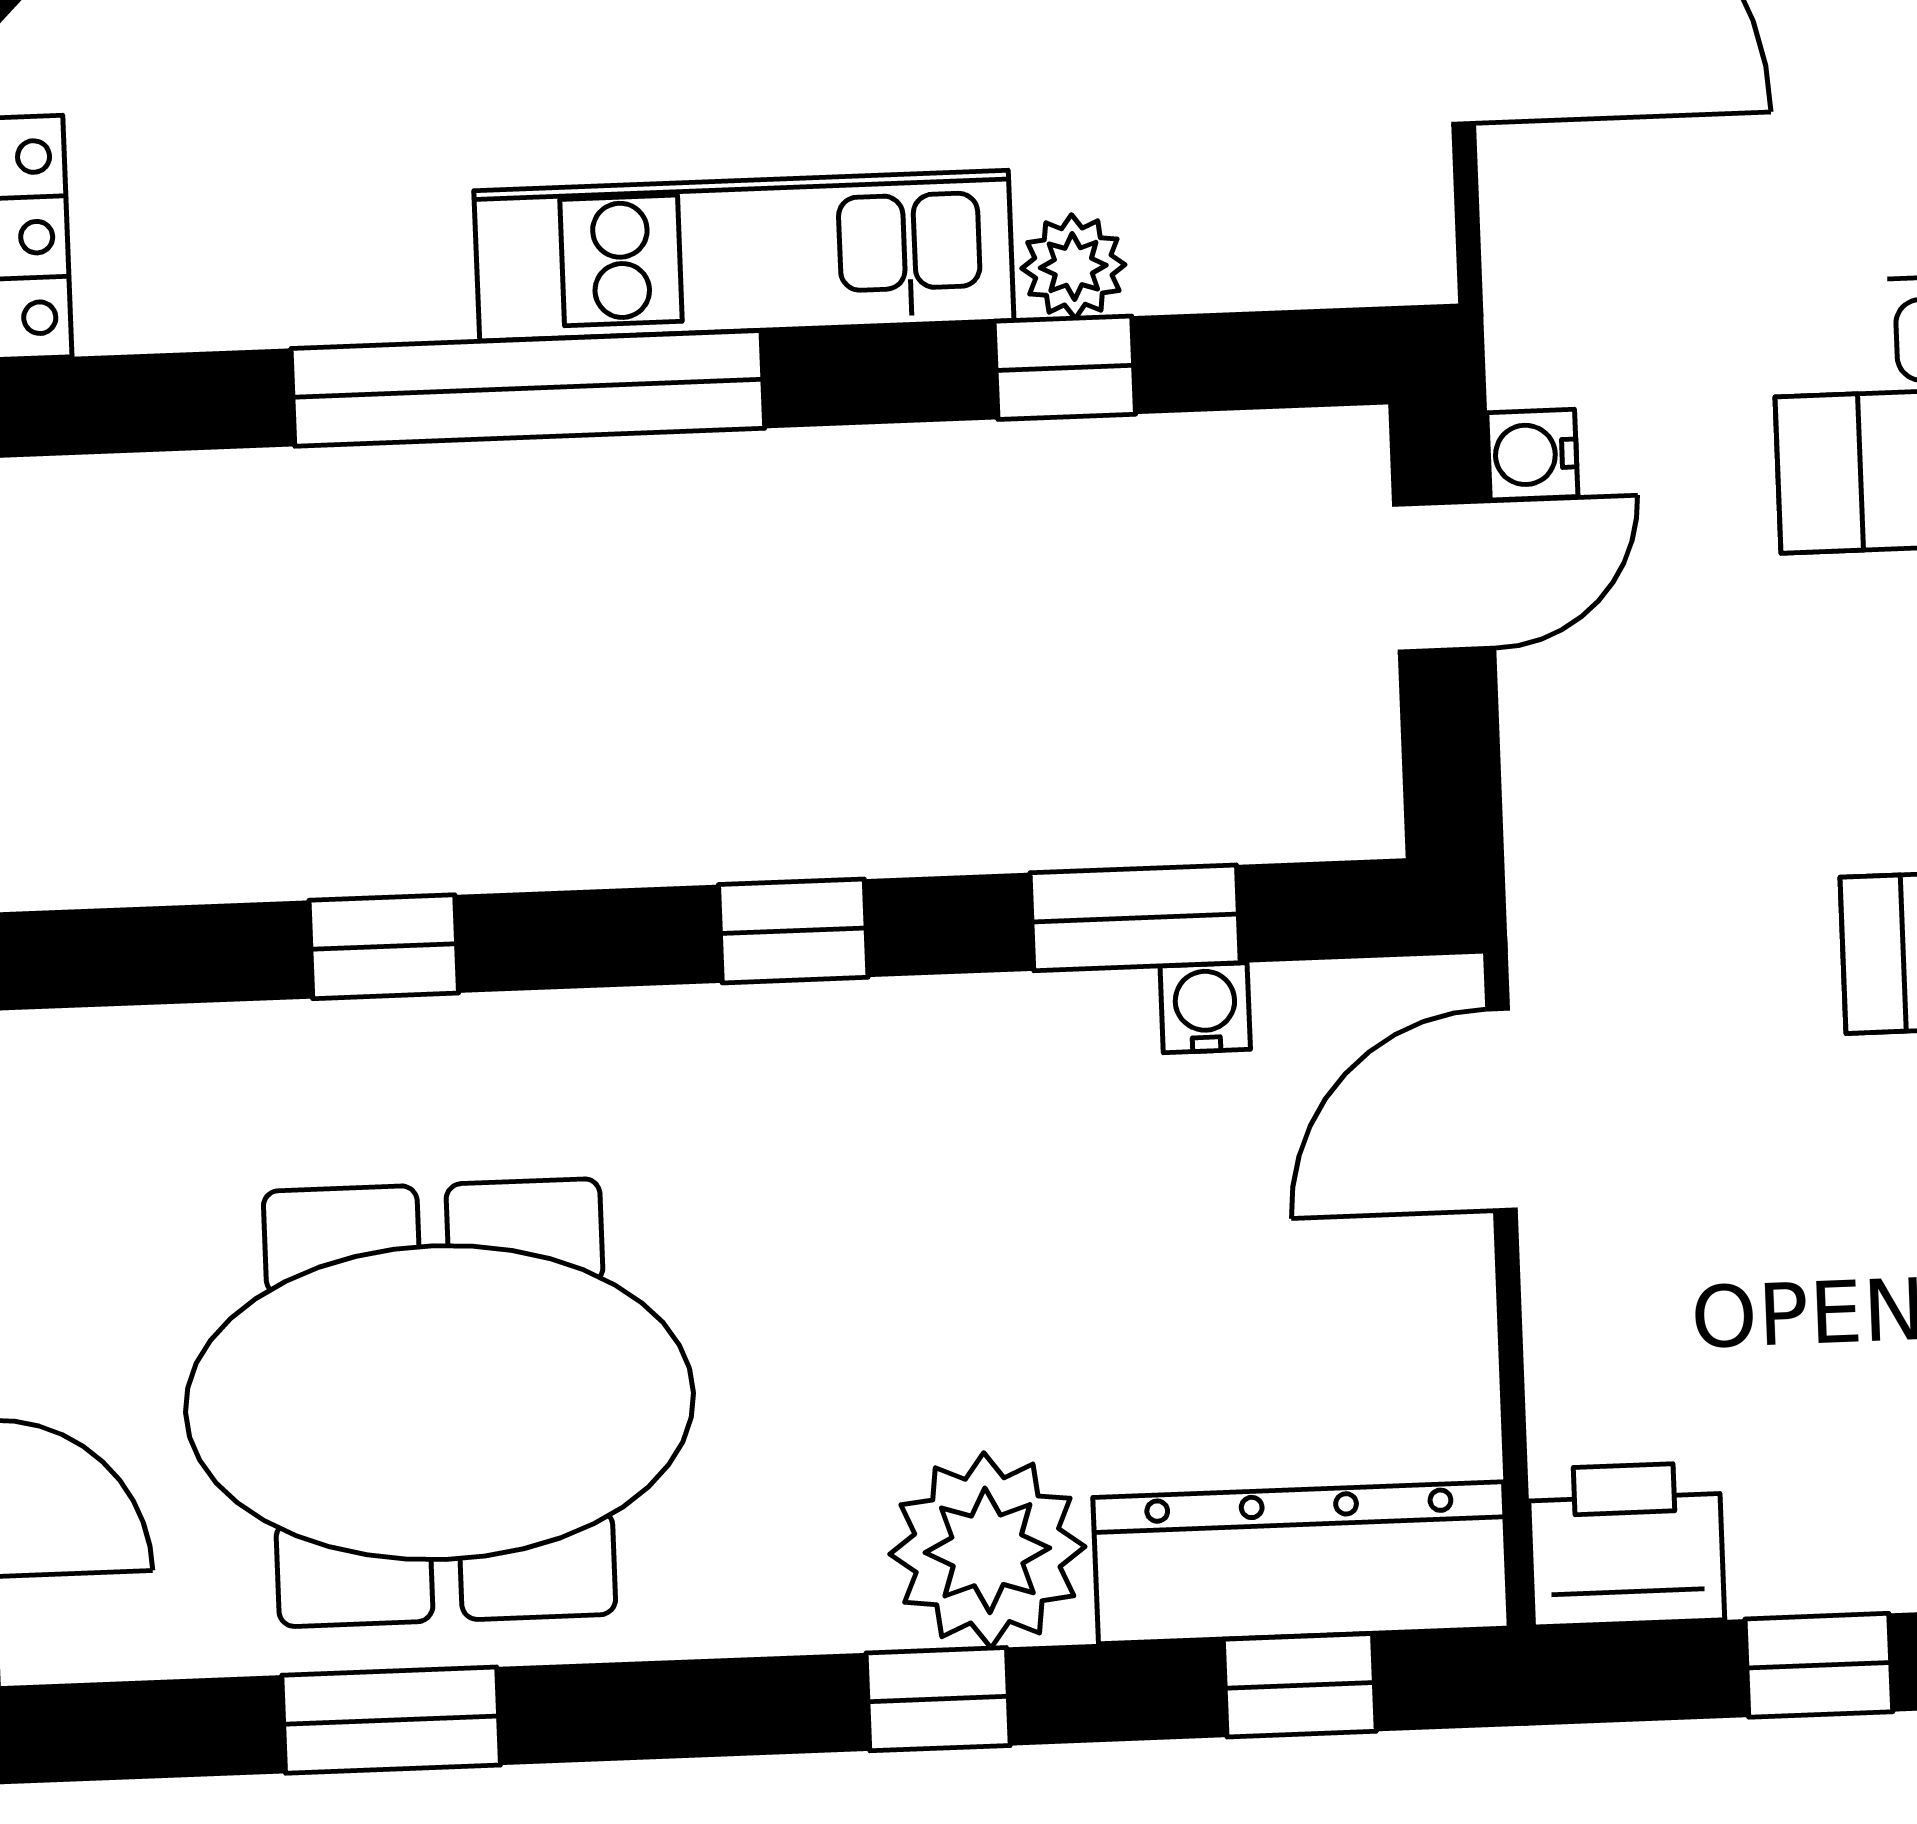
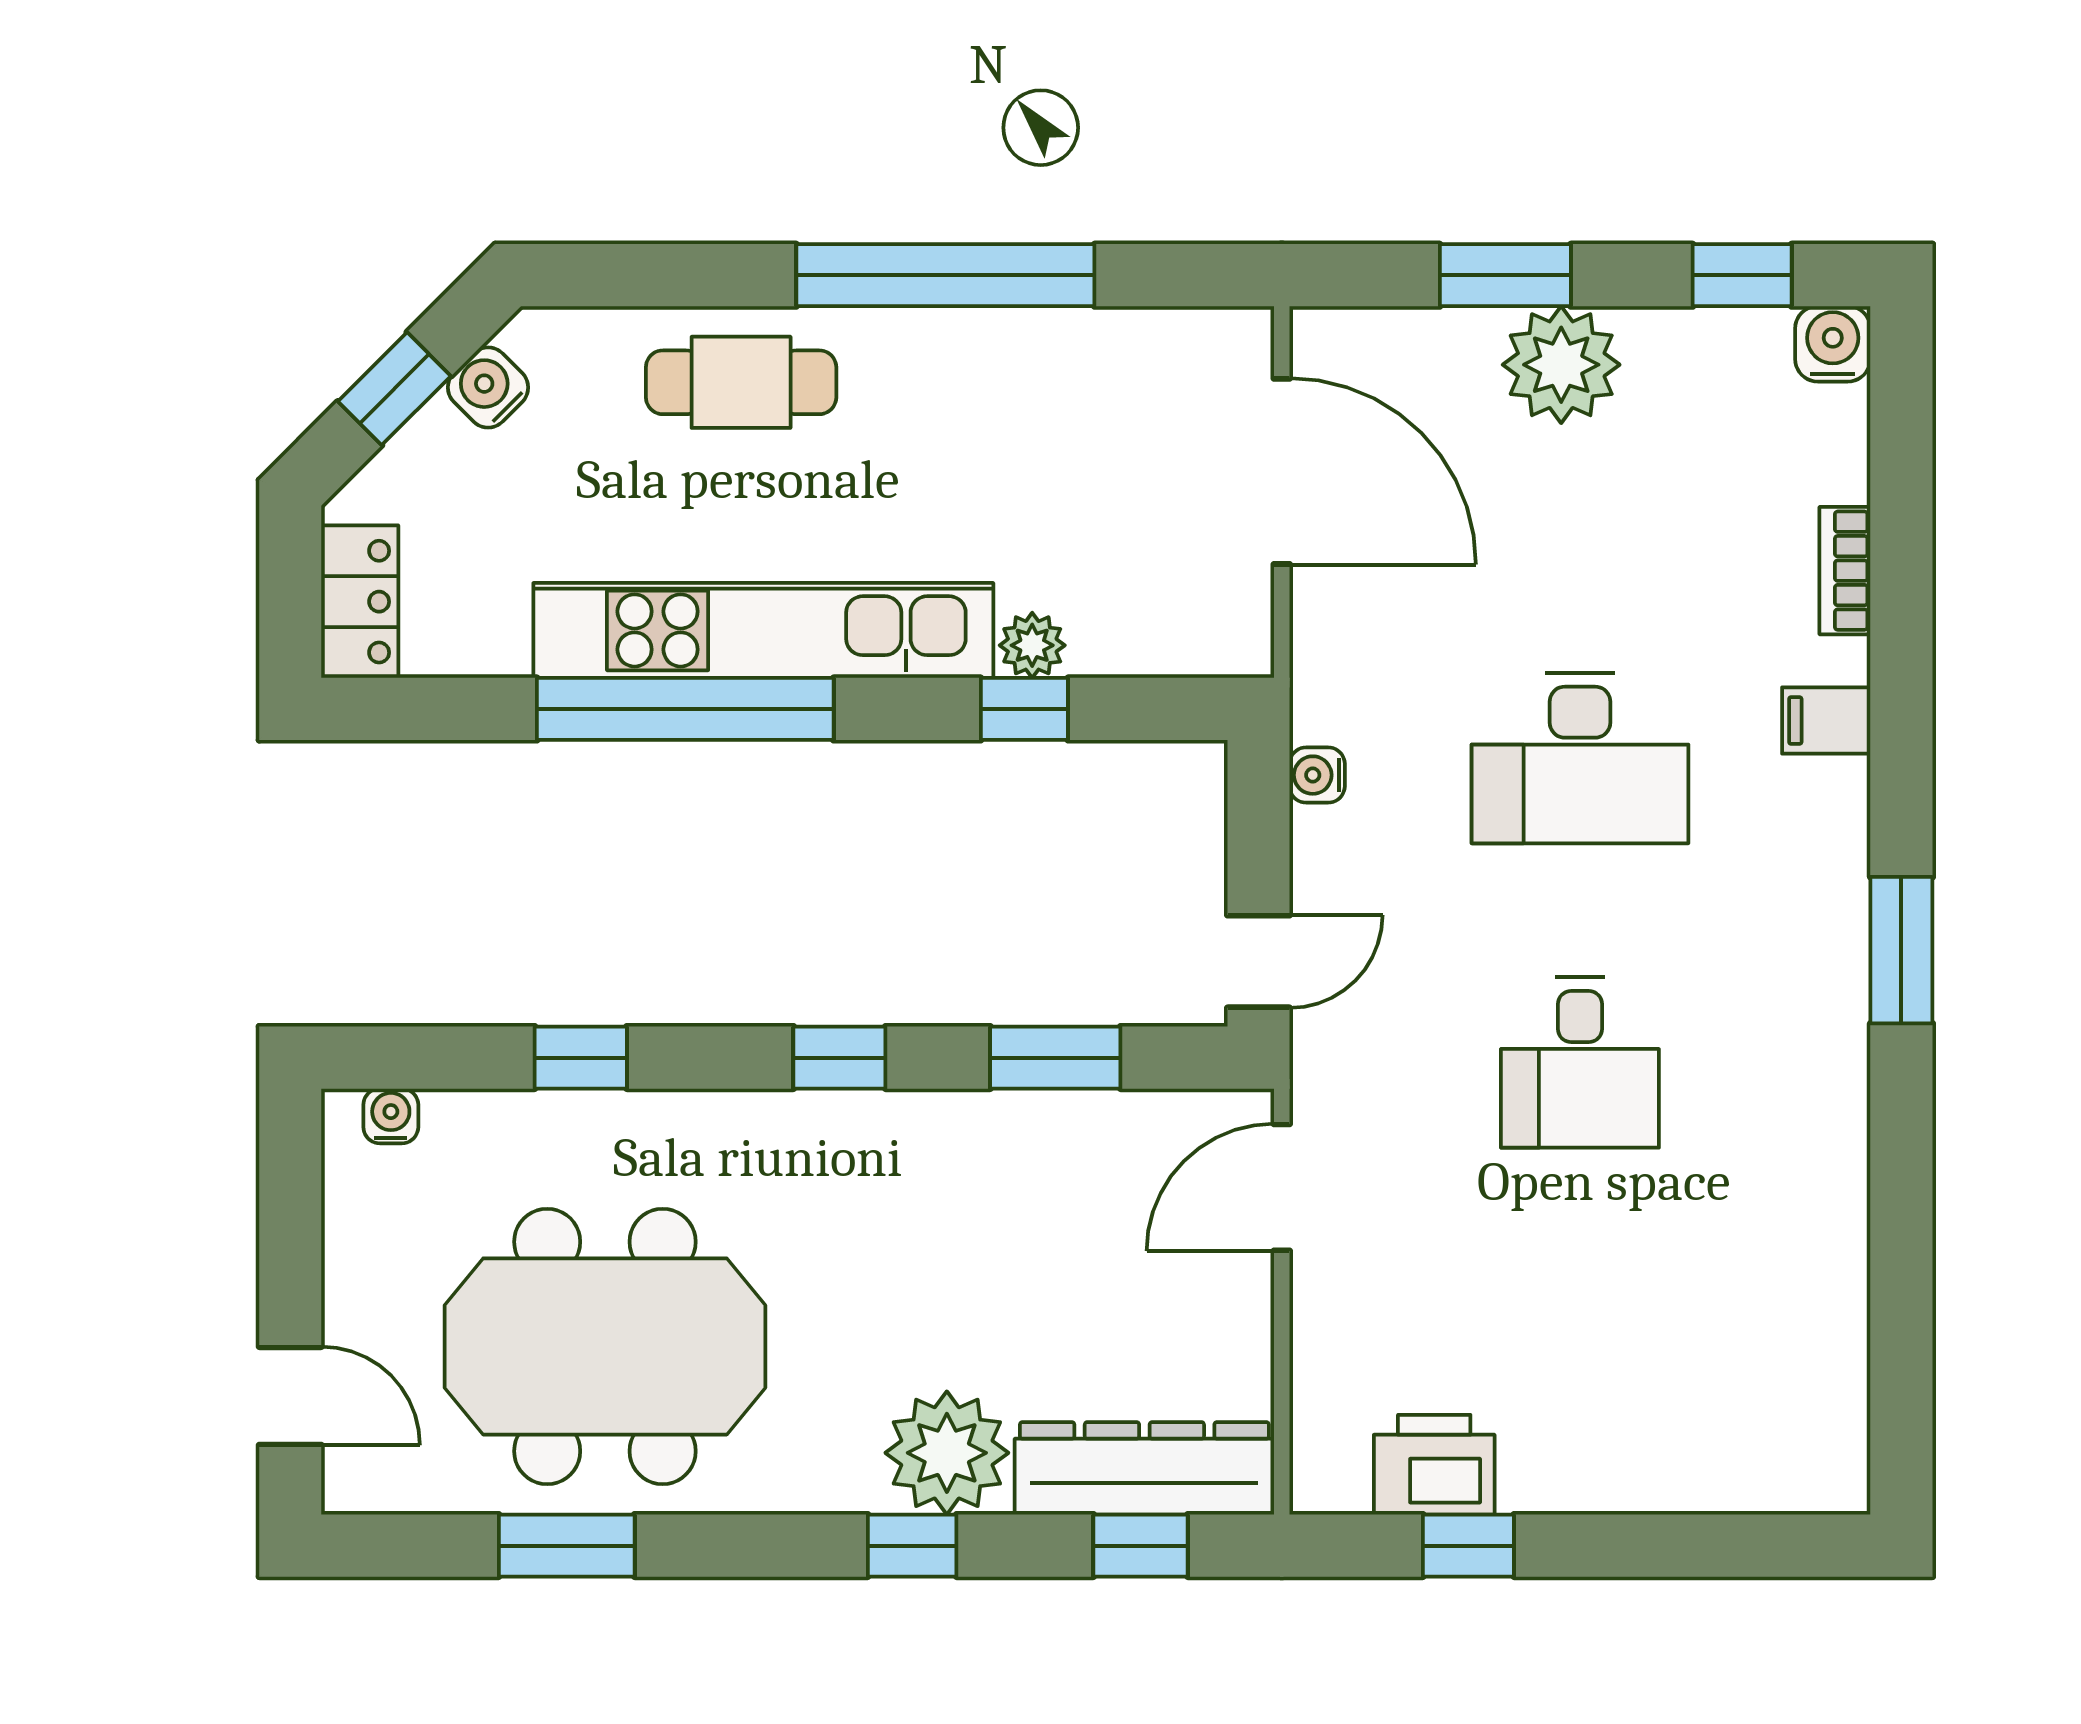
kitchen unit: (744, 256) -> (763, 630), width x1.36
door: (1444, 576) -> (1259, 961), moved
water cooler: (1205, 1008) -> (391, 1116), moved
printer: (1626, 1544) -> (1434, 1465), moved

